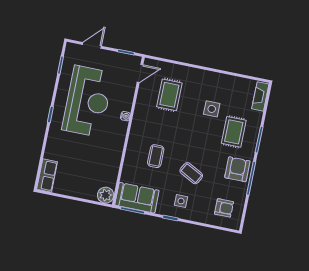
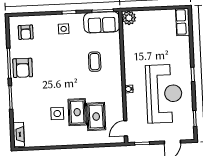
reception desk: (88, 101) -> (164, 94), turned 180
rug: (234, 132) -> (77, 112), moved
coffee table: (191, 173) -> (61, 55), removed
armchair: (224, 208) -> (26, 32), turned -90

